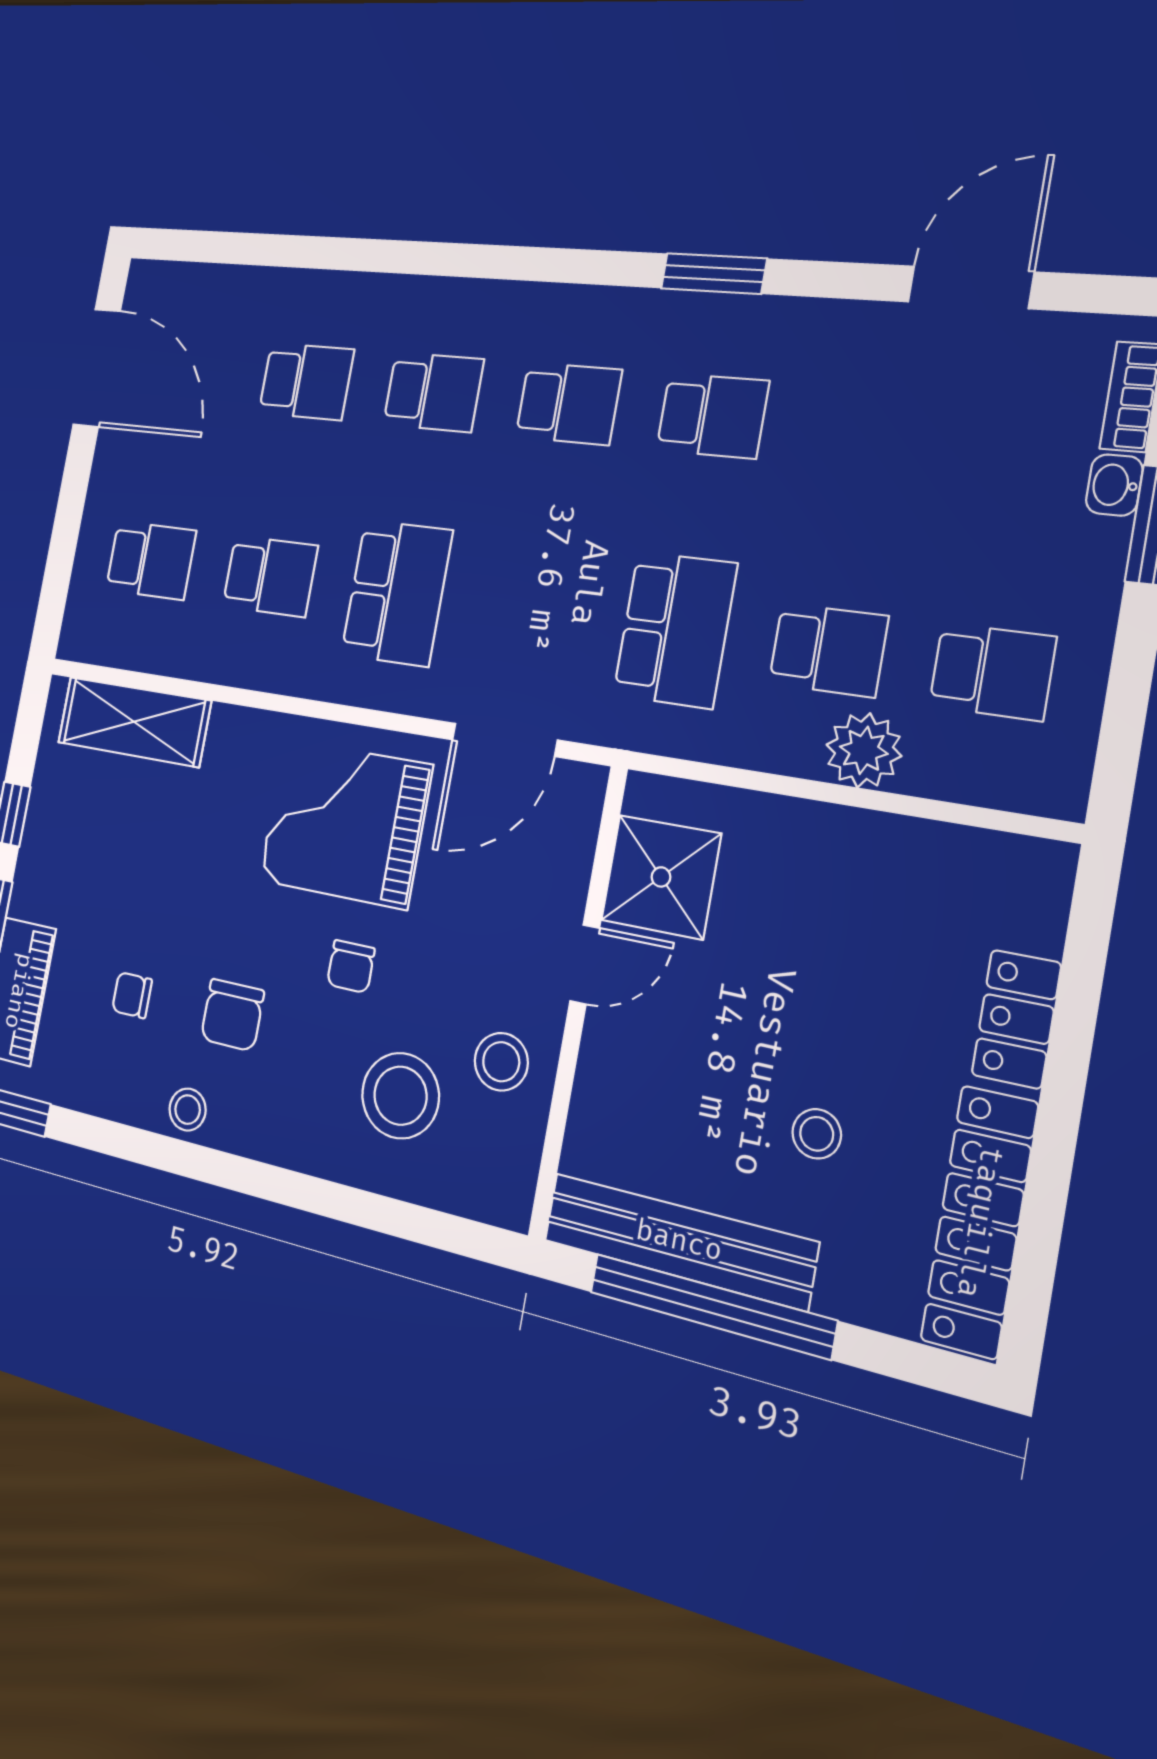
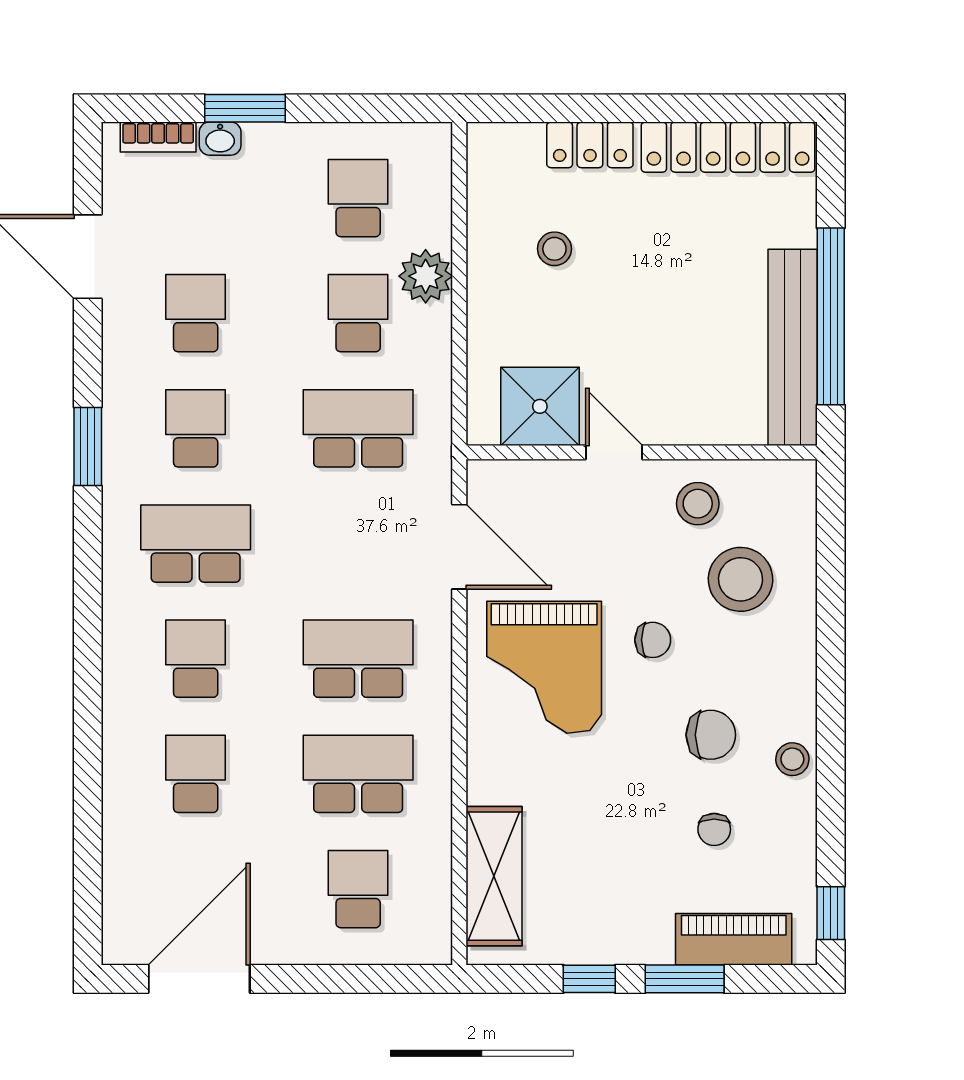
school desk: (568, 404) -> (196, 544), width x1.85
school desk: (866, 429) -> (196, 313), added
school desk: (270, 576) -> (358, 774), width x1.85
stool: (817, 1134) -> (554, 249), moved

